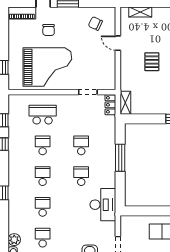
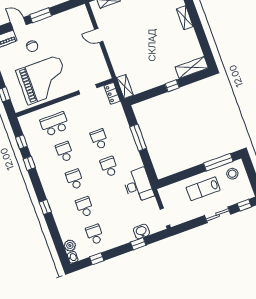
chair: (95, 23) -> (72, 25), removed
pallet: (152, 62) -> (135, 41), removed

